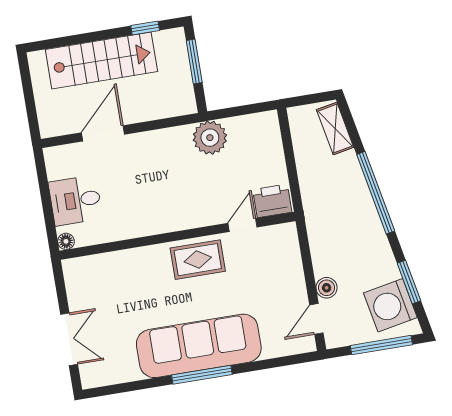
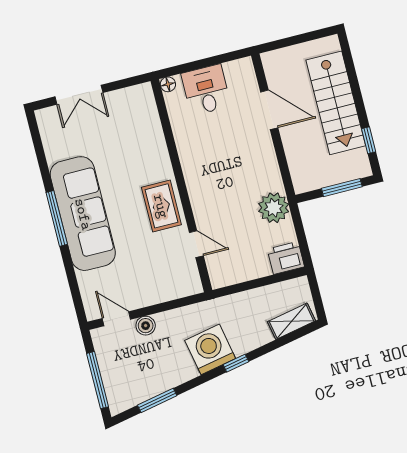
window: (376, 193) -> (236, 363), width x0.32
printer: (272, 201) -> (286, 258), moved, turned -90
washing machine: (390, 305) -> (210, 349), moved

